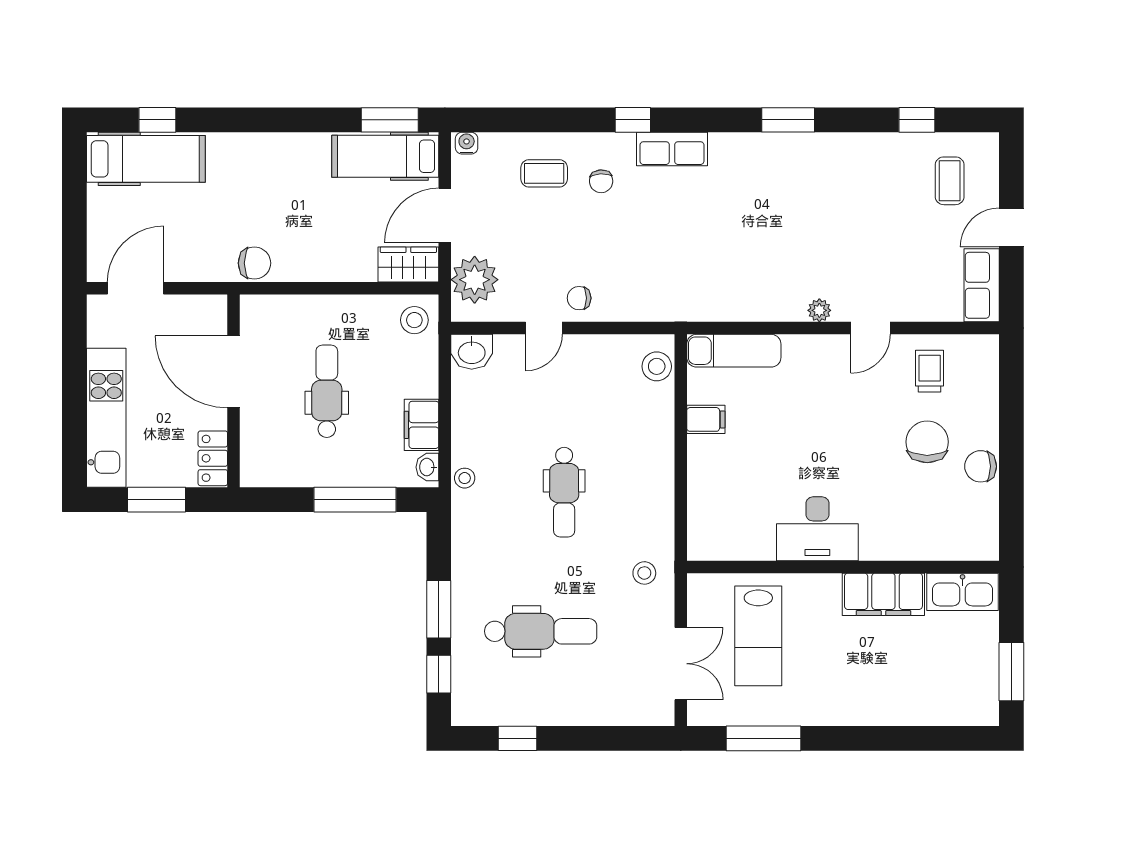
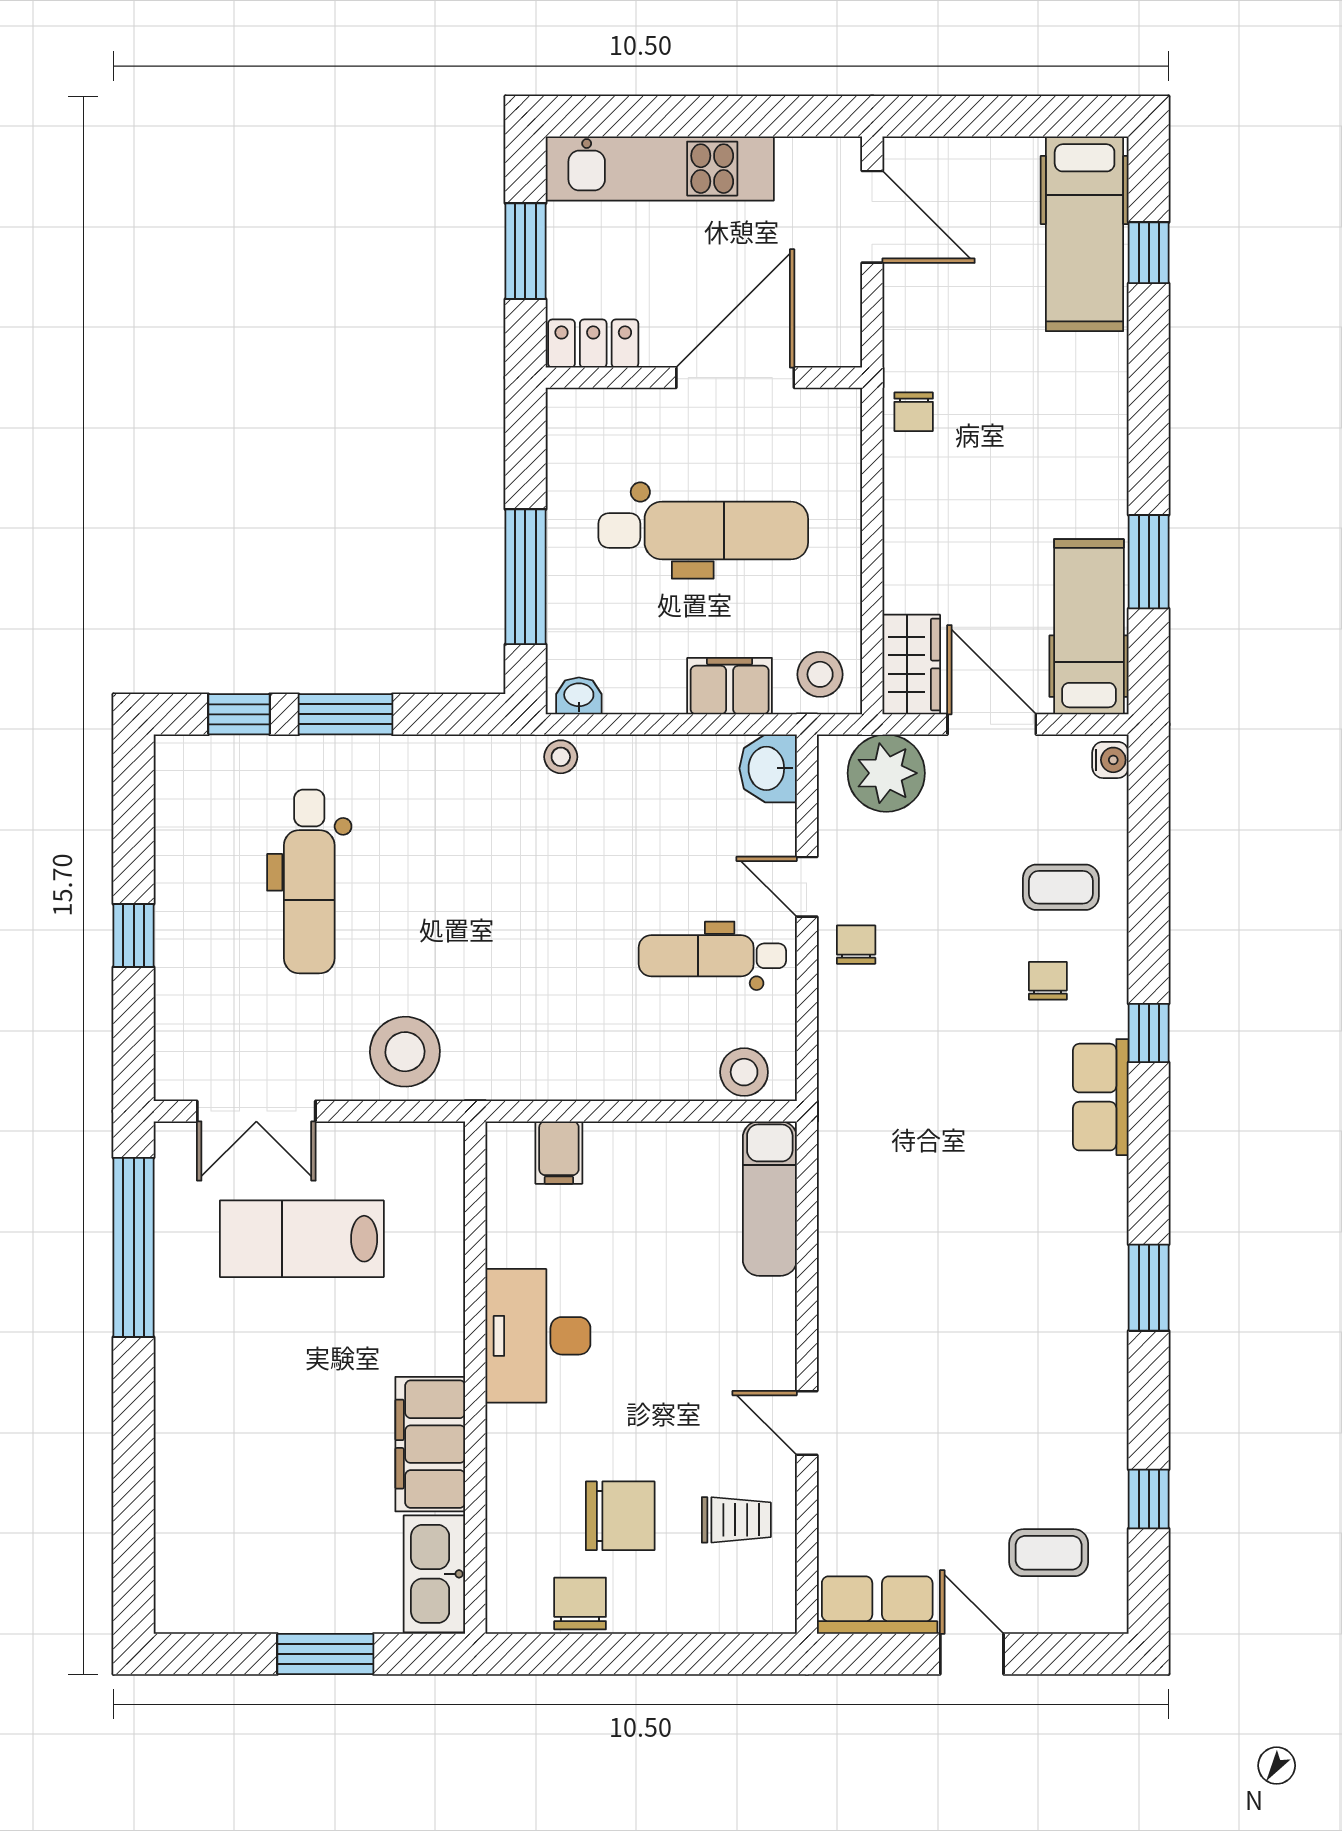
window: (390, 120) -> (1149, 562), moved
coffee table: (544, 173) -> (1061, 887), turned 90
chair: (601, 181) -> (1048, 981), turned 93
chair: (254, 263) -> (914, 412), width x0.73, depth x0.73
plant: (819, 310) -> (836, 1339), removed
dental chair: (327, 391) -> (703, 531), width x1.36, depth x1.38
filing cabinet: (706, 419) -> (559, 1153), moved
filing cabinet: (422, 425) -> (730, 686), moved
dental chair: (564, 492) -> (712, 956), moved
desk: (817, 529) -> (538, 1336), moved
wall: (843, 567) -> (475, 1378), moved
stool: (644, 573) -> (405, 1052), width x1.89, depth x1.89
kitchen sink: (963, 592) -> (434, 1574), moved
filing cabinet: (883, 594) -> (430, 1444), moved
window: (1011, 672) -> (325, 1654), moved
window: (517, 738) -> (134, 936), moved
window: (764, 738) -> (134, 1247), width x1.46

